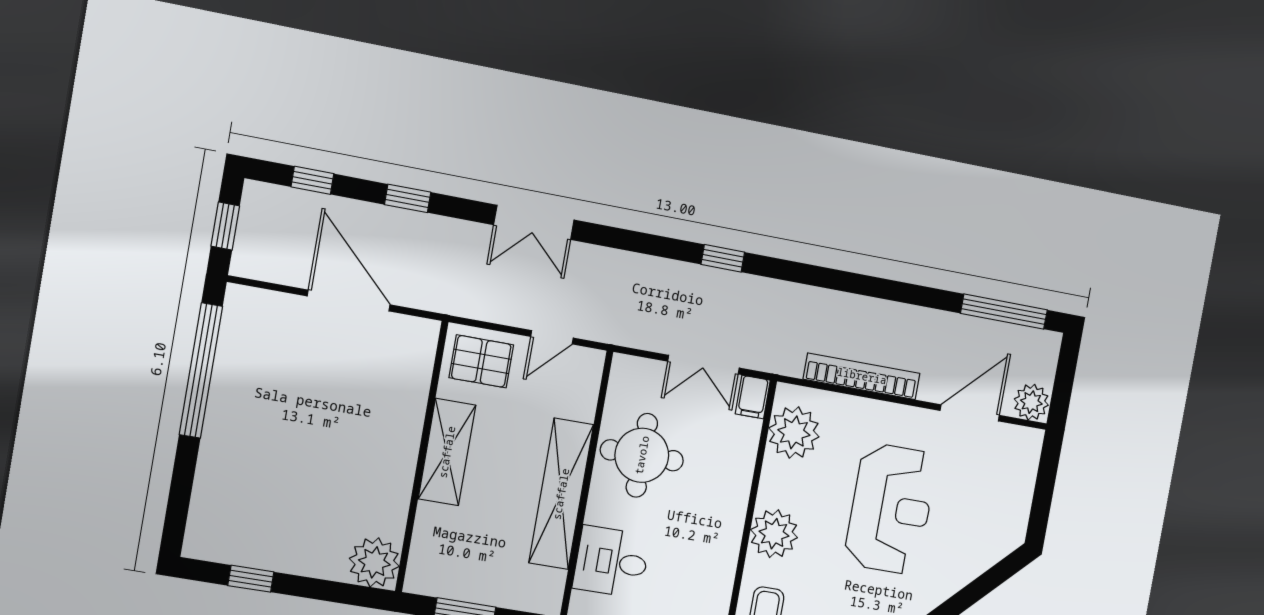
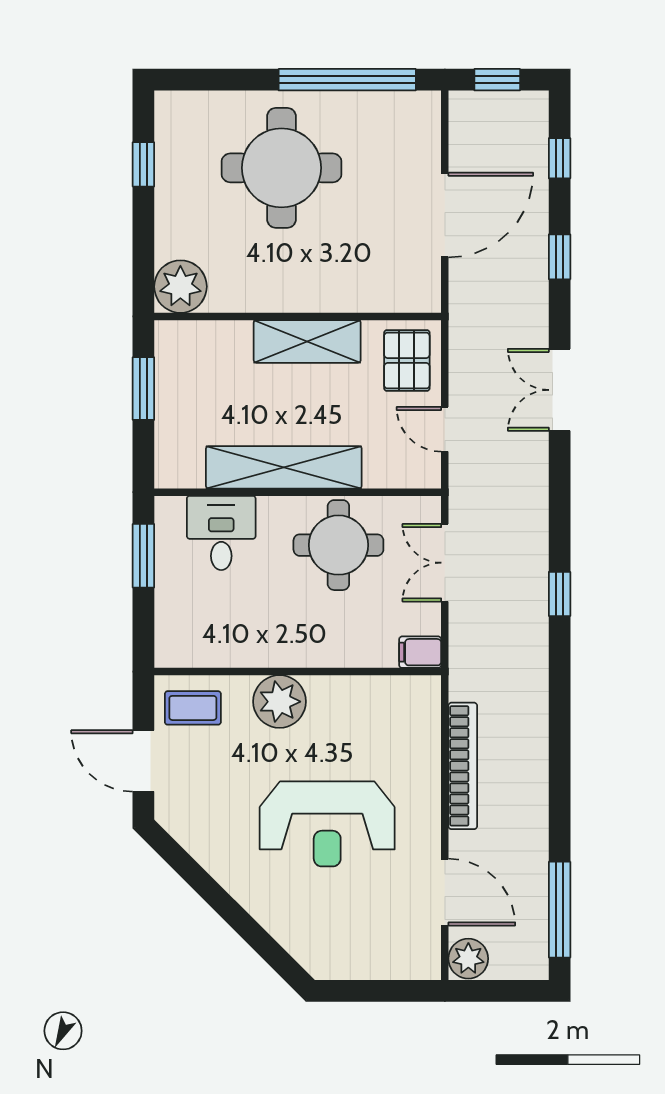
double door: (704, 365) -> (445, 563), moved
plant: (794, 432) -> (390, 703), removed
round table: (277, 448) -> (281, 168), added

